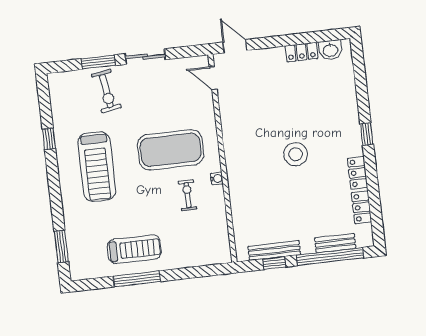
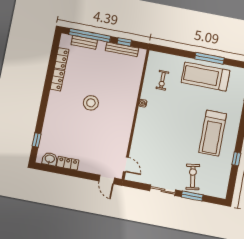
window: (367, 134) -> (37, 140), moved
exercise mat: (171, 150) -> (165, 129), removed
treadmill: (97, 167) -> (213, 133), turned 180
exercise bike: (188, 195) -> (162, 80), moved
treadmill: (134, 249) -> (205, 76), width x1.37, depth x1.38

